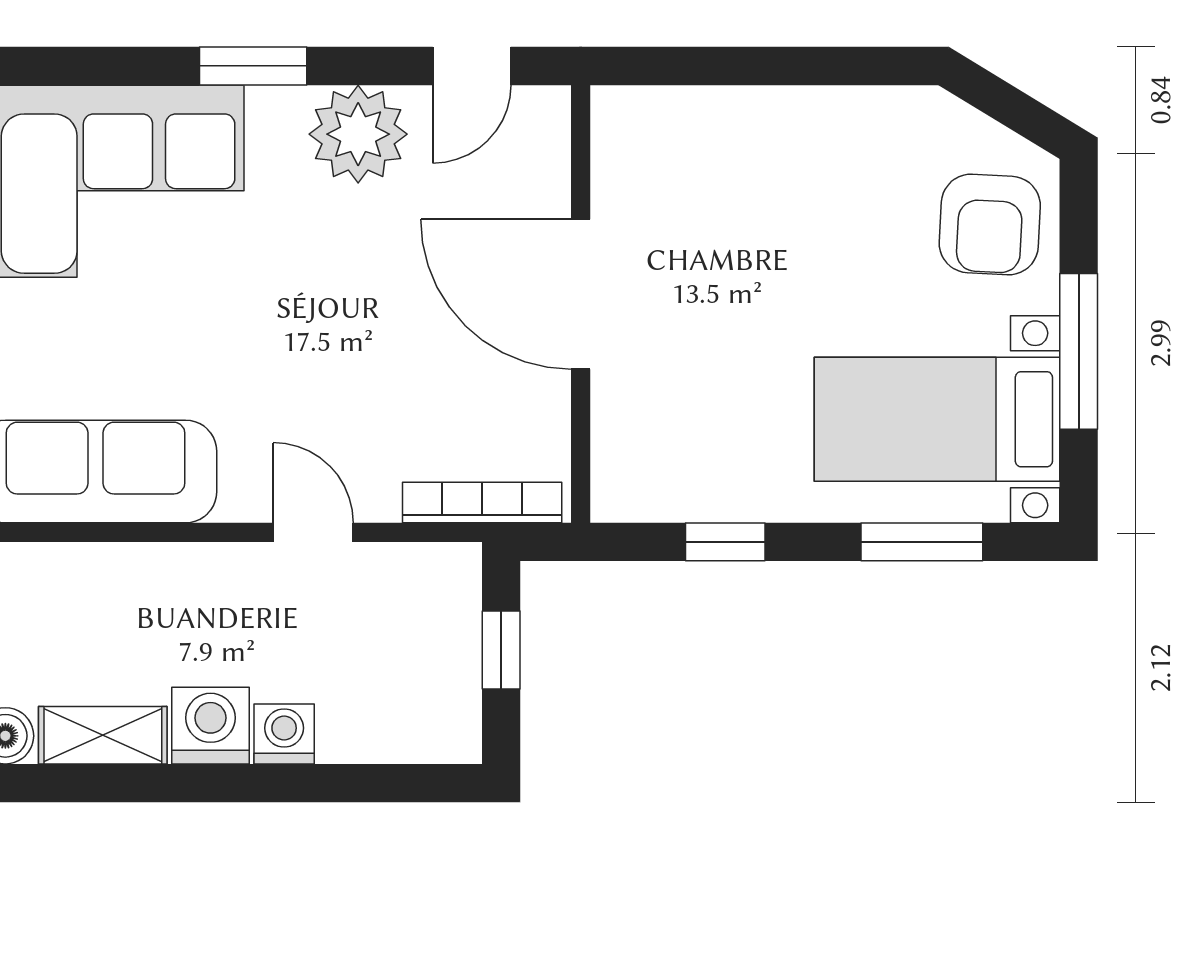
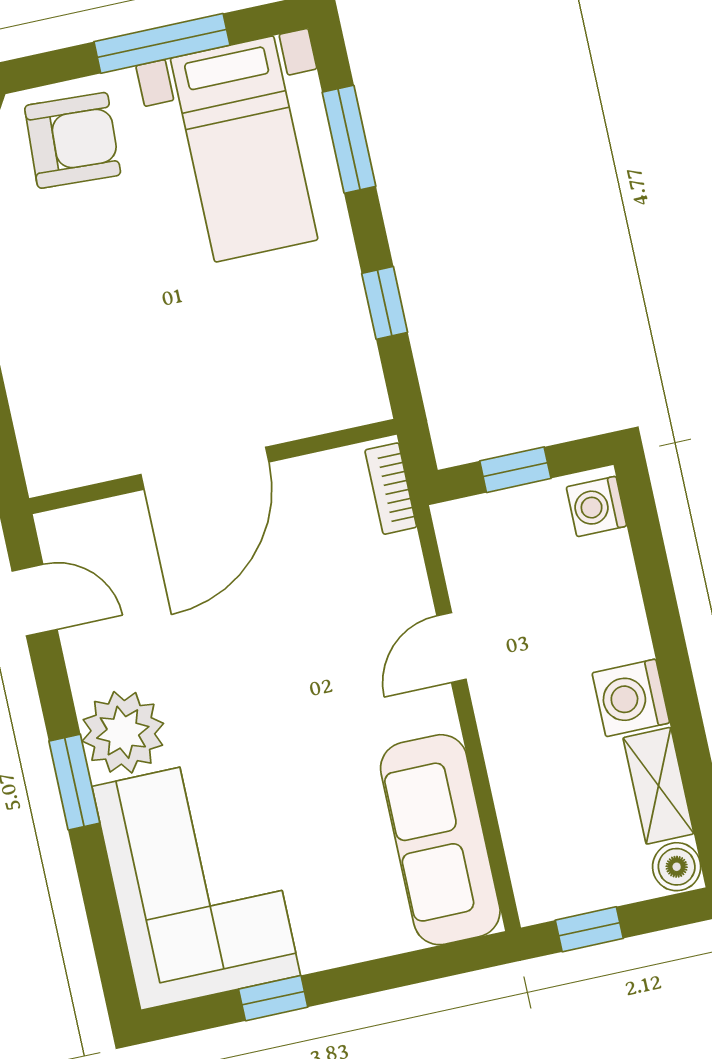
plant: (358, 134) -> (123, 732), moved
bookcase: (482, 503) -> (391, 489), width x0.64
washing machine: (284, 734) -> (597, 506), moved

